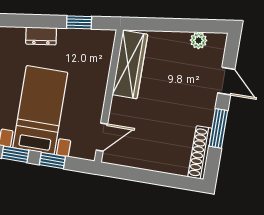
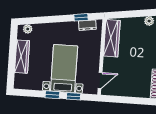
dresser: (41, 36) -> (87, 25), moved

